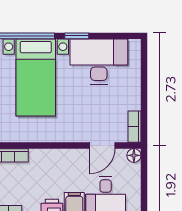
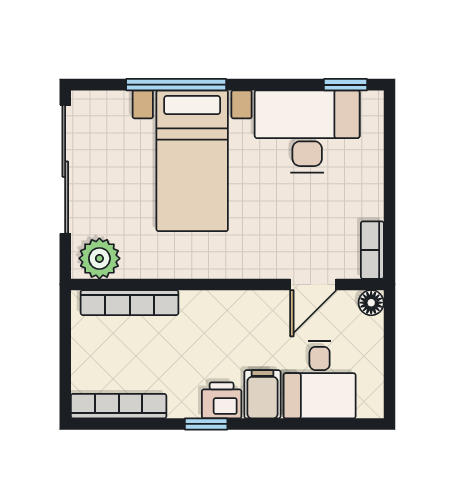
window: (77, 36) -> (346, 85), moved

